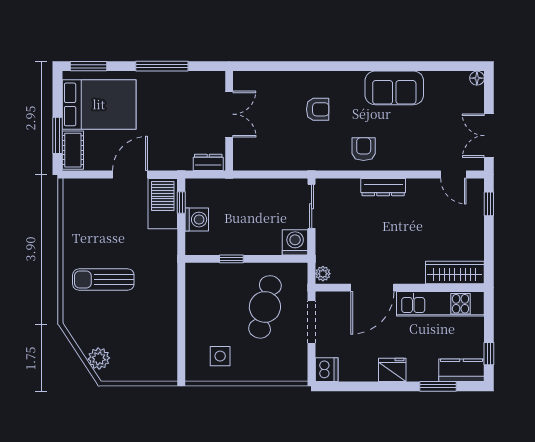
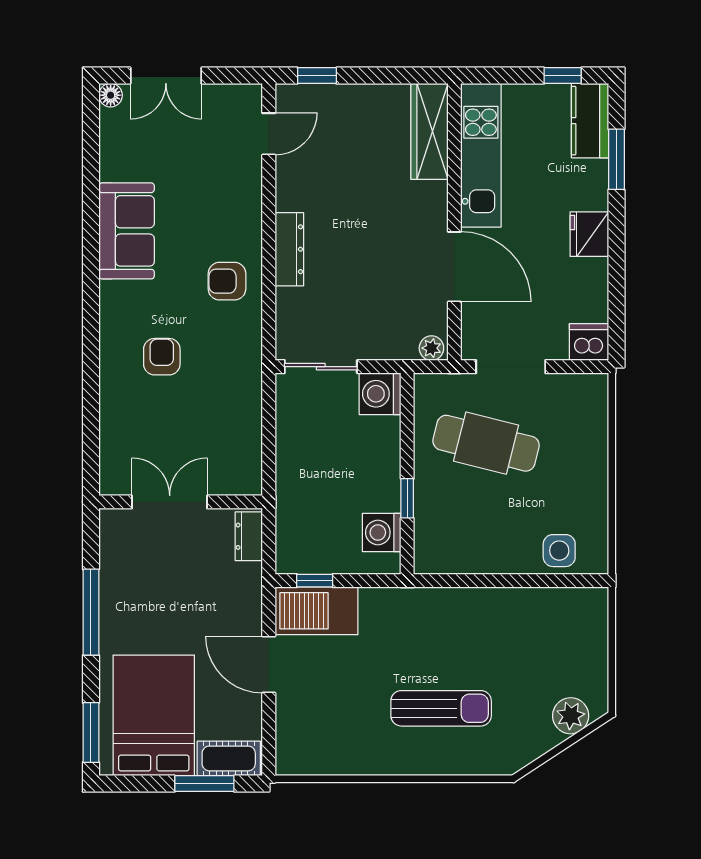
double door: (489, 136) -> (166, 76), moved
washing machine: (197, 220) -> (382, 532), moved, turned -90
sun lounger: (103, 280) -> (441, 708), turned -90
side table: (220, 356) -> (559, 551), moved

